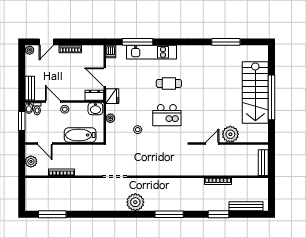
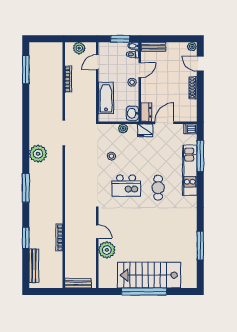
kitchen island: (167, 115) -> (126, 186), turned -90

